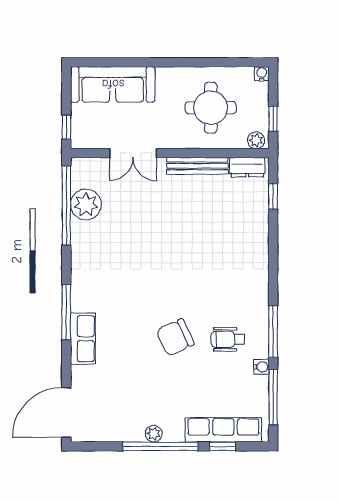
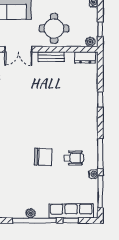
round table: (211, 108) -> (54, 28), moved
bench: (197, 166) -> (51, 57), width x0.73
window: (273, 196) -> (100, 99), moved
chair: (175, 337) -> (43, 157), turned -153
wheelchair: (228, 339) -> (74, 158), turned 180

